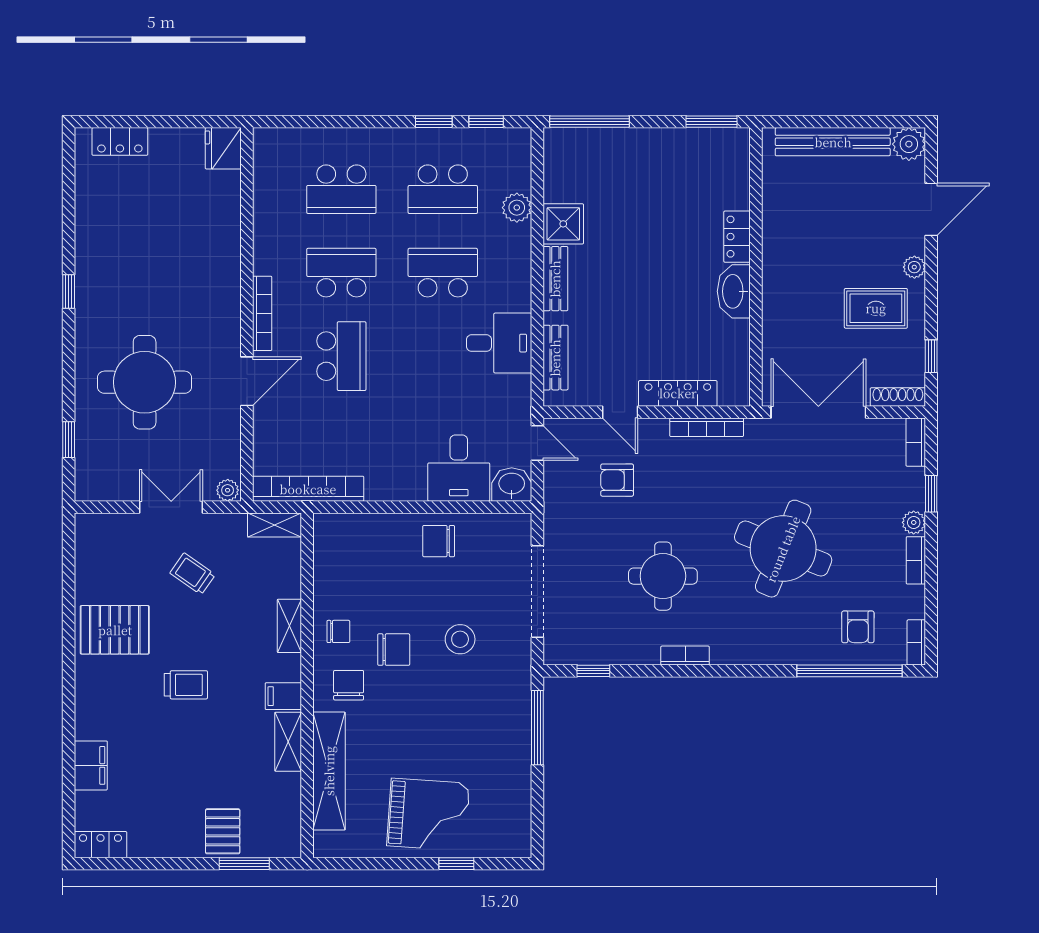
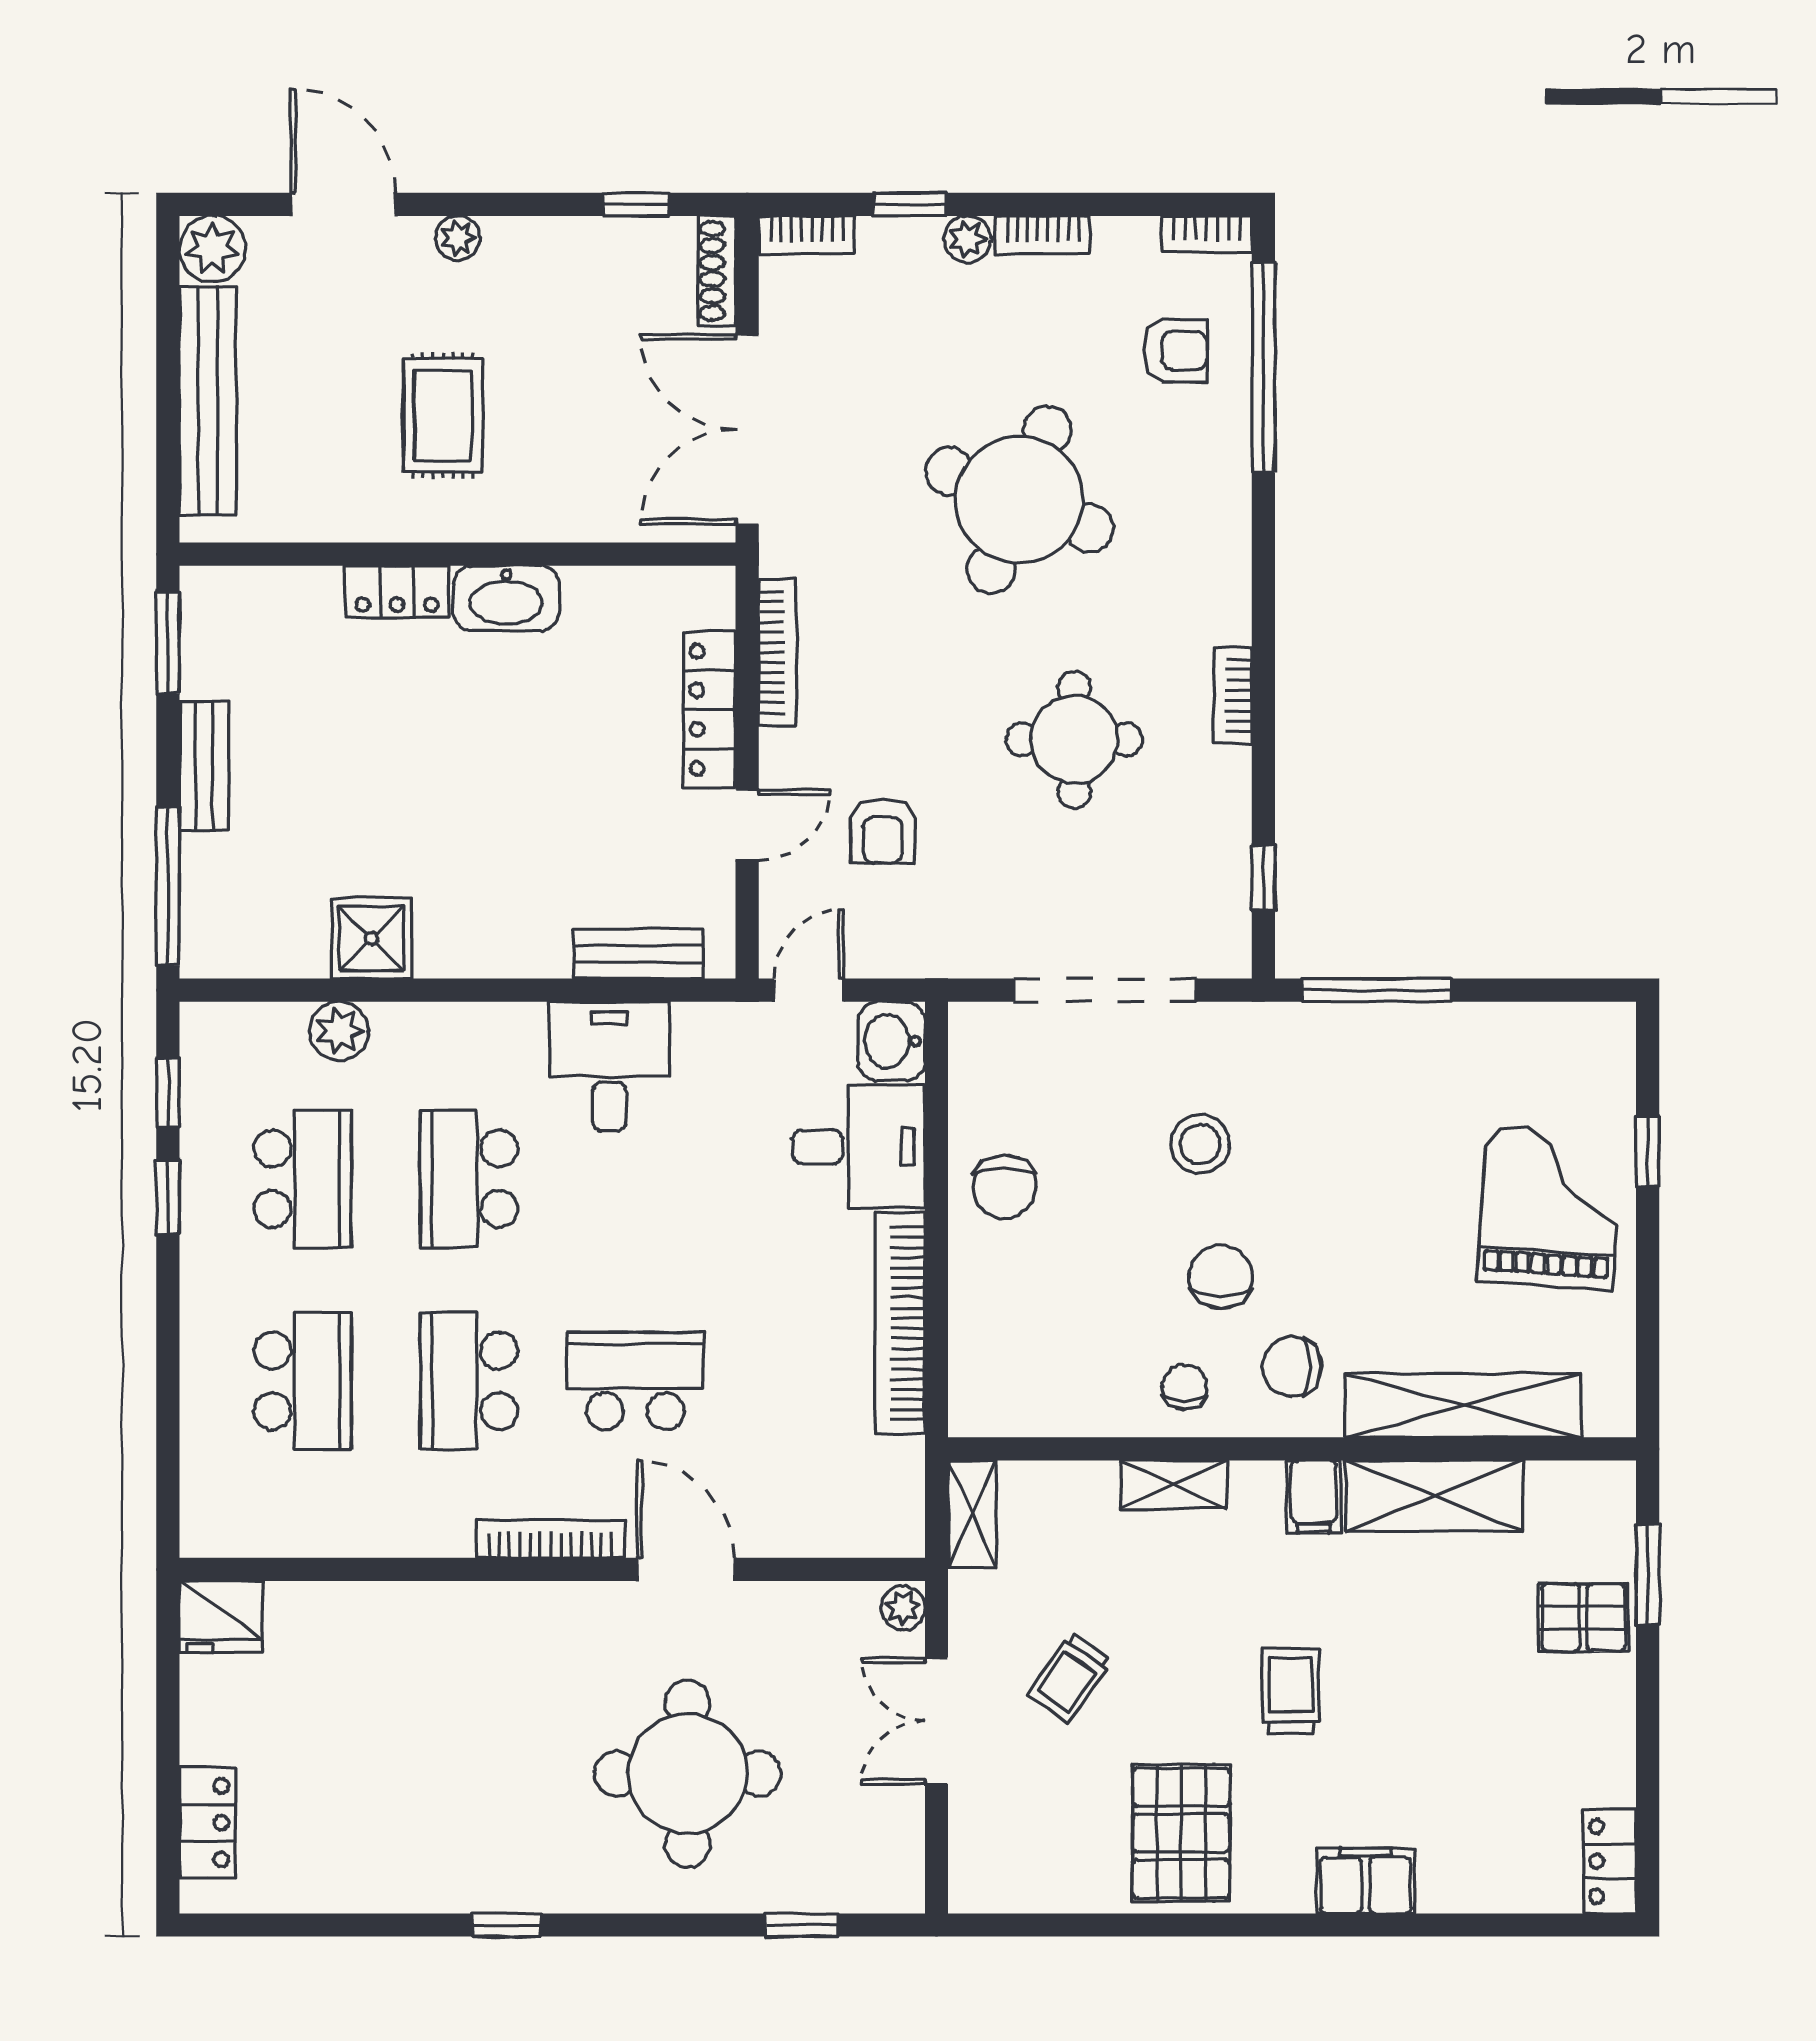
bench: (555, 279) -> (204, 766), moved, turned 90
rug: (876, 308) -> (443, 415), moved
bookcase: (308, 489) -> (900, 1324), moved
shelving: (288, 742) -> (1434, 1496), width x1.50, depth x1.33
filing cabinet: (91, 765) -> (1366, 1881), moved

